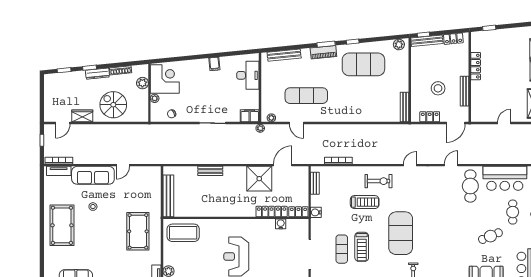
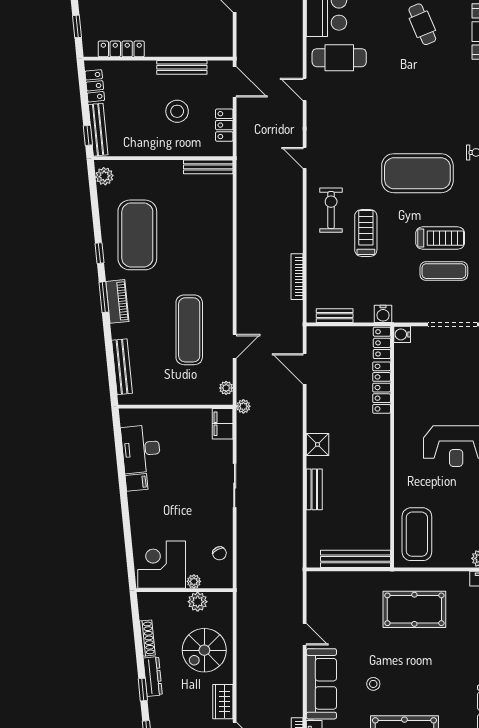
locker: (476, 66) -> (121, 49), moved
desk: (248, 75) -> (141, 449), moved, turned -96
plant: (142, 83) -> (198, 602), moved
shower: (259, 179) -> (317, 444), moved, width x0.54, depth x0.54
water cooler: (281, 224) -> (402, 334), moved

